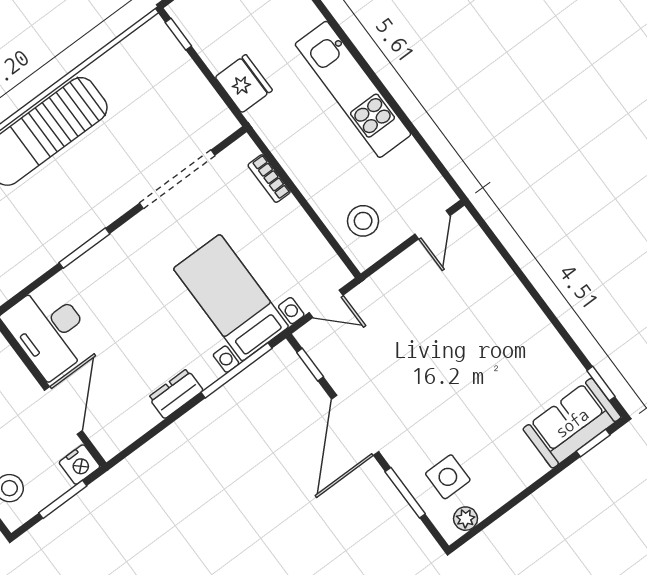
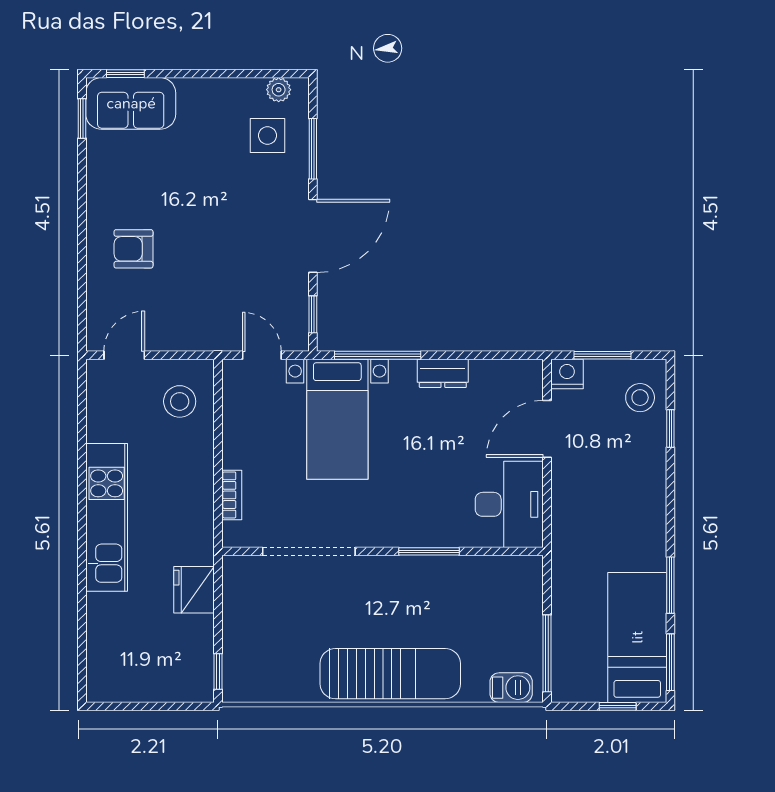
armchair: (486, 312) -> (134, 249), added

